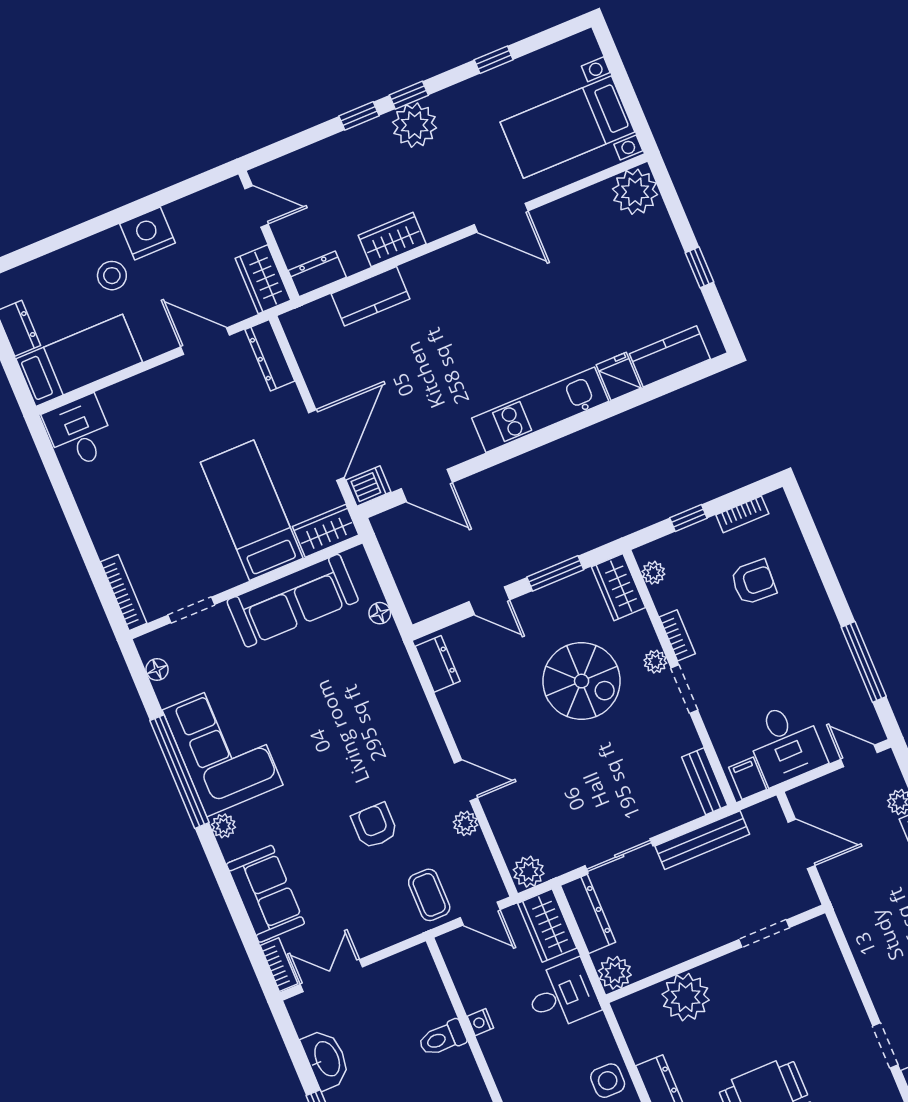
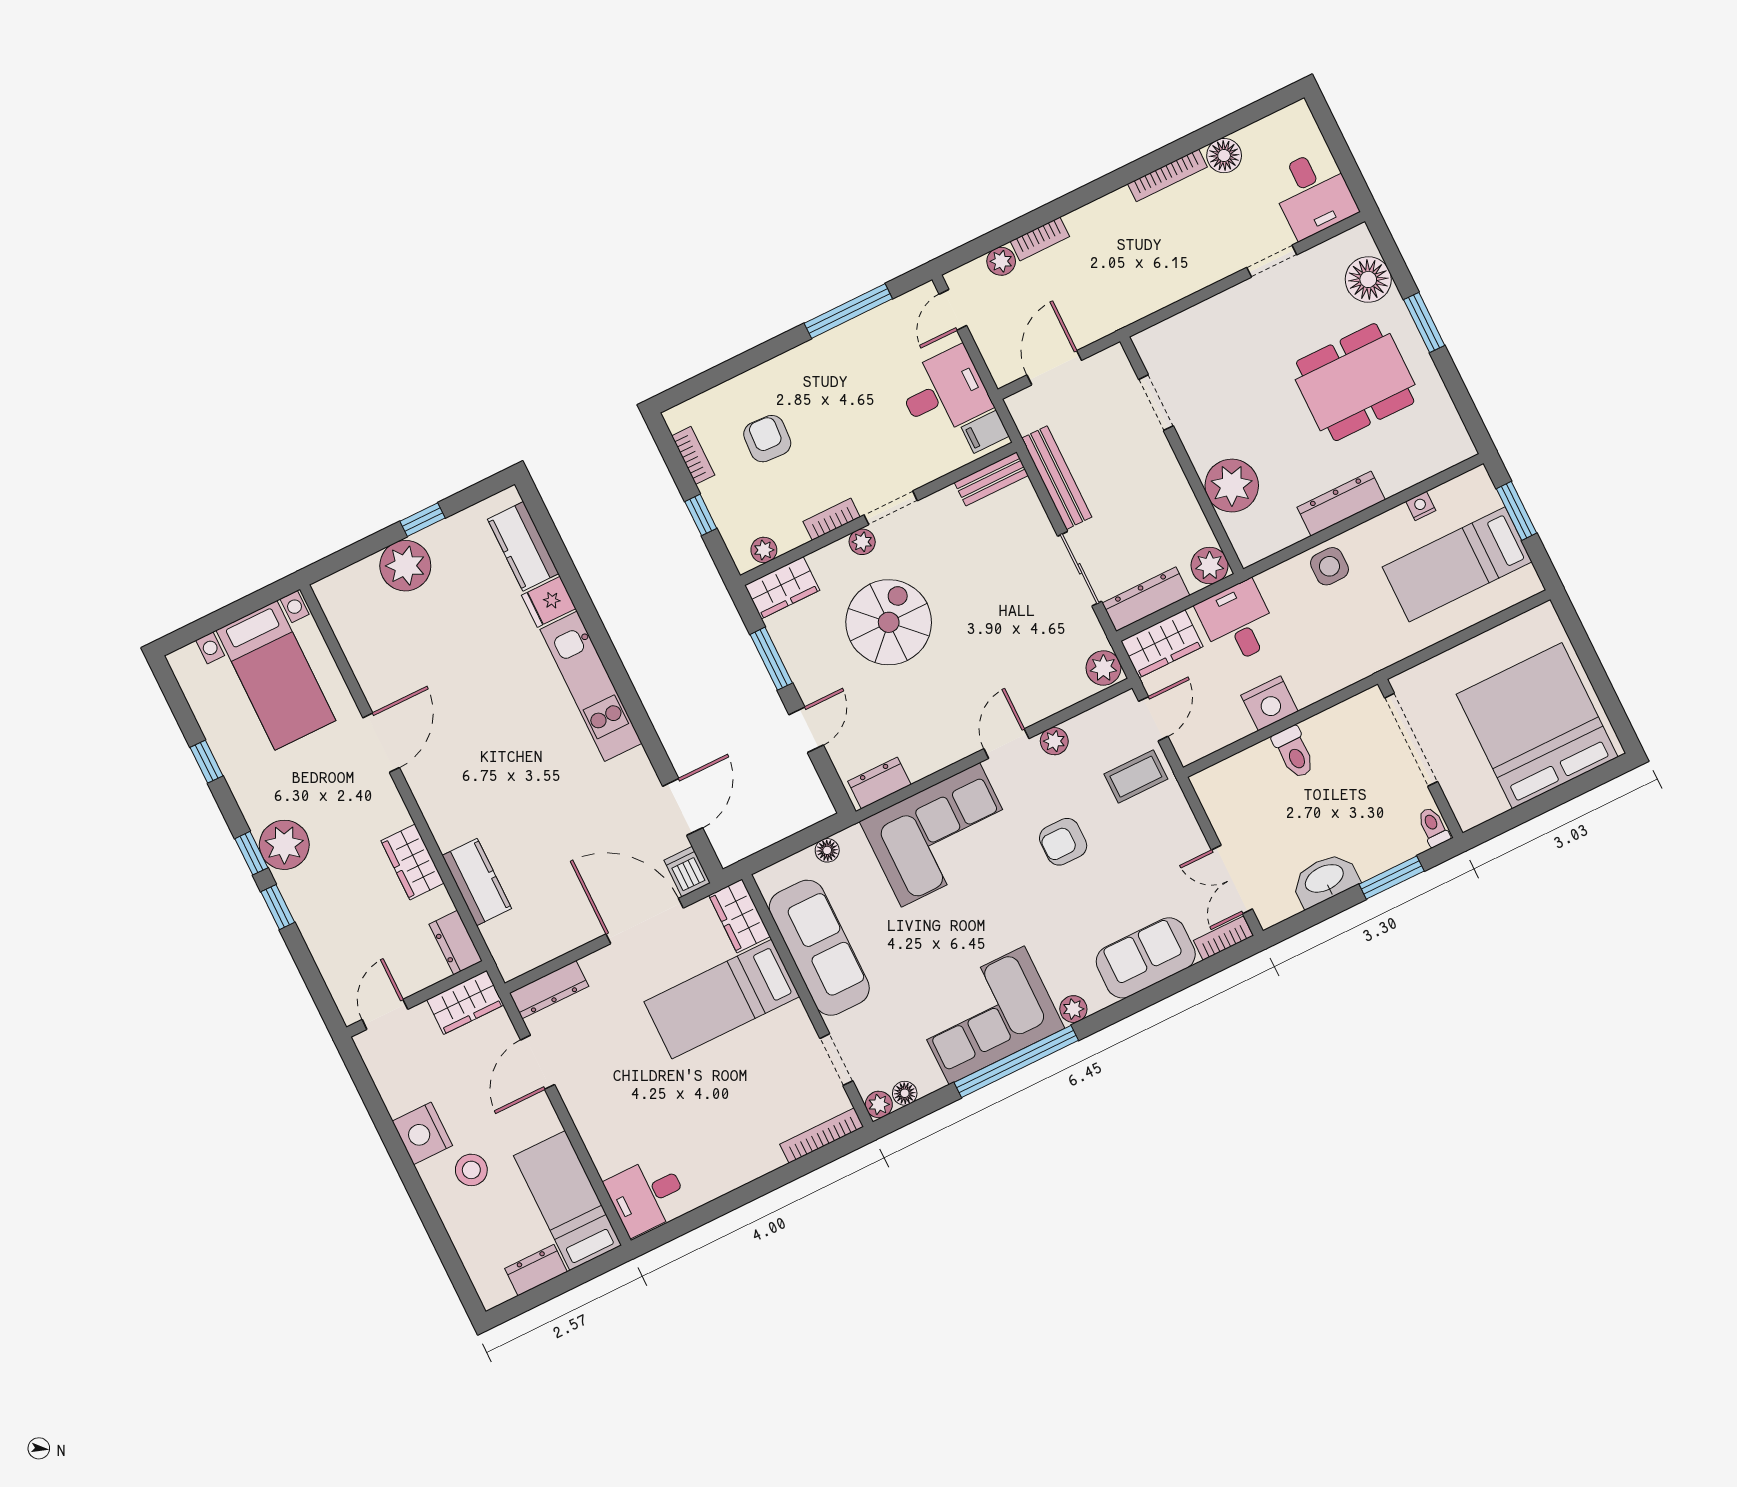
plant: (635, 192) -> (405, 566), moved
plant: (148, 646) -> (879, 1104), added
corner sofa: (387, 716) -> (940, 835), added
nightstand: (480, 1022) -> (1269, 703), width x1.89, depth x1.79

